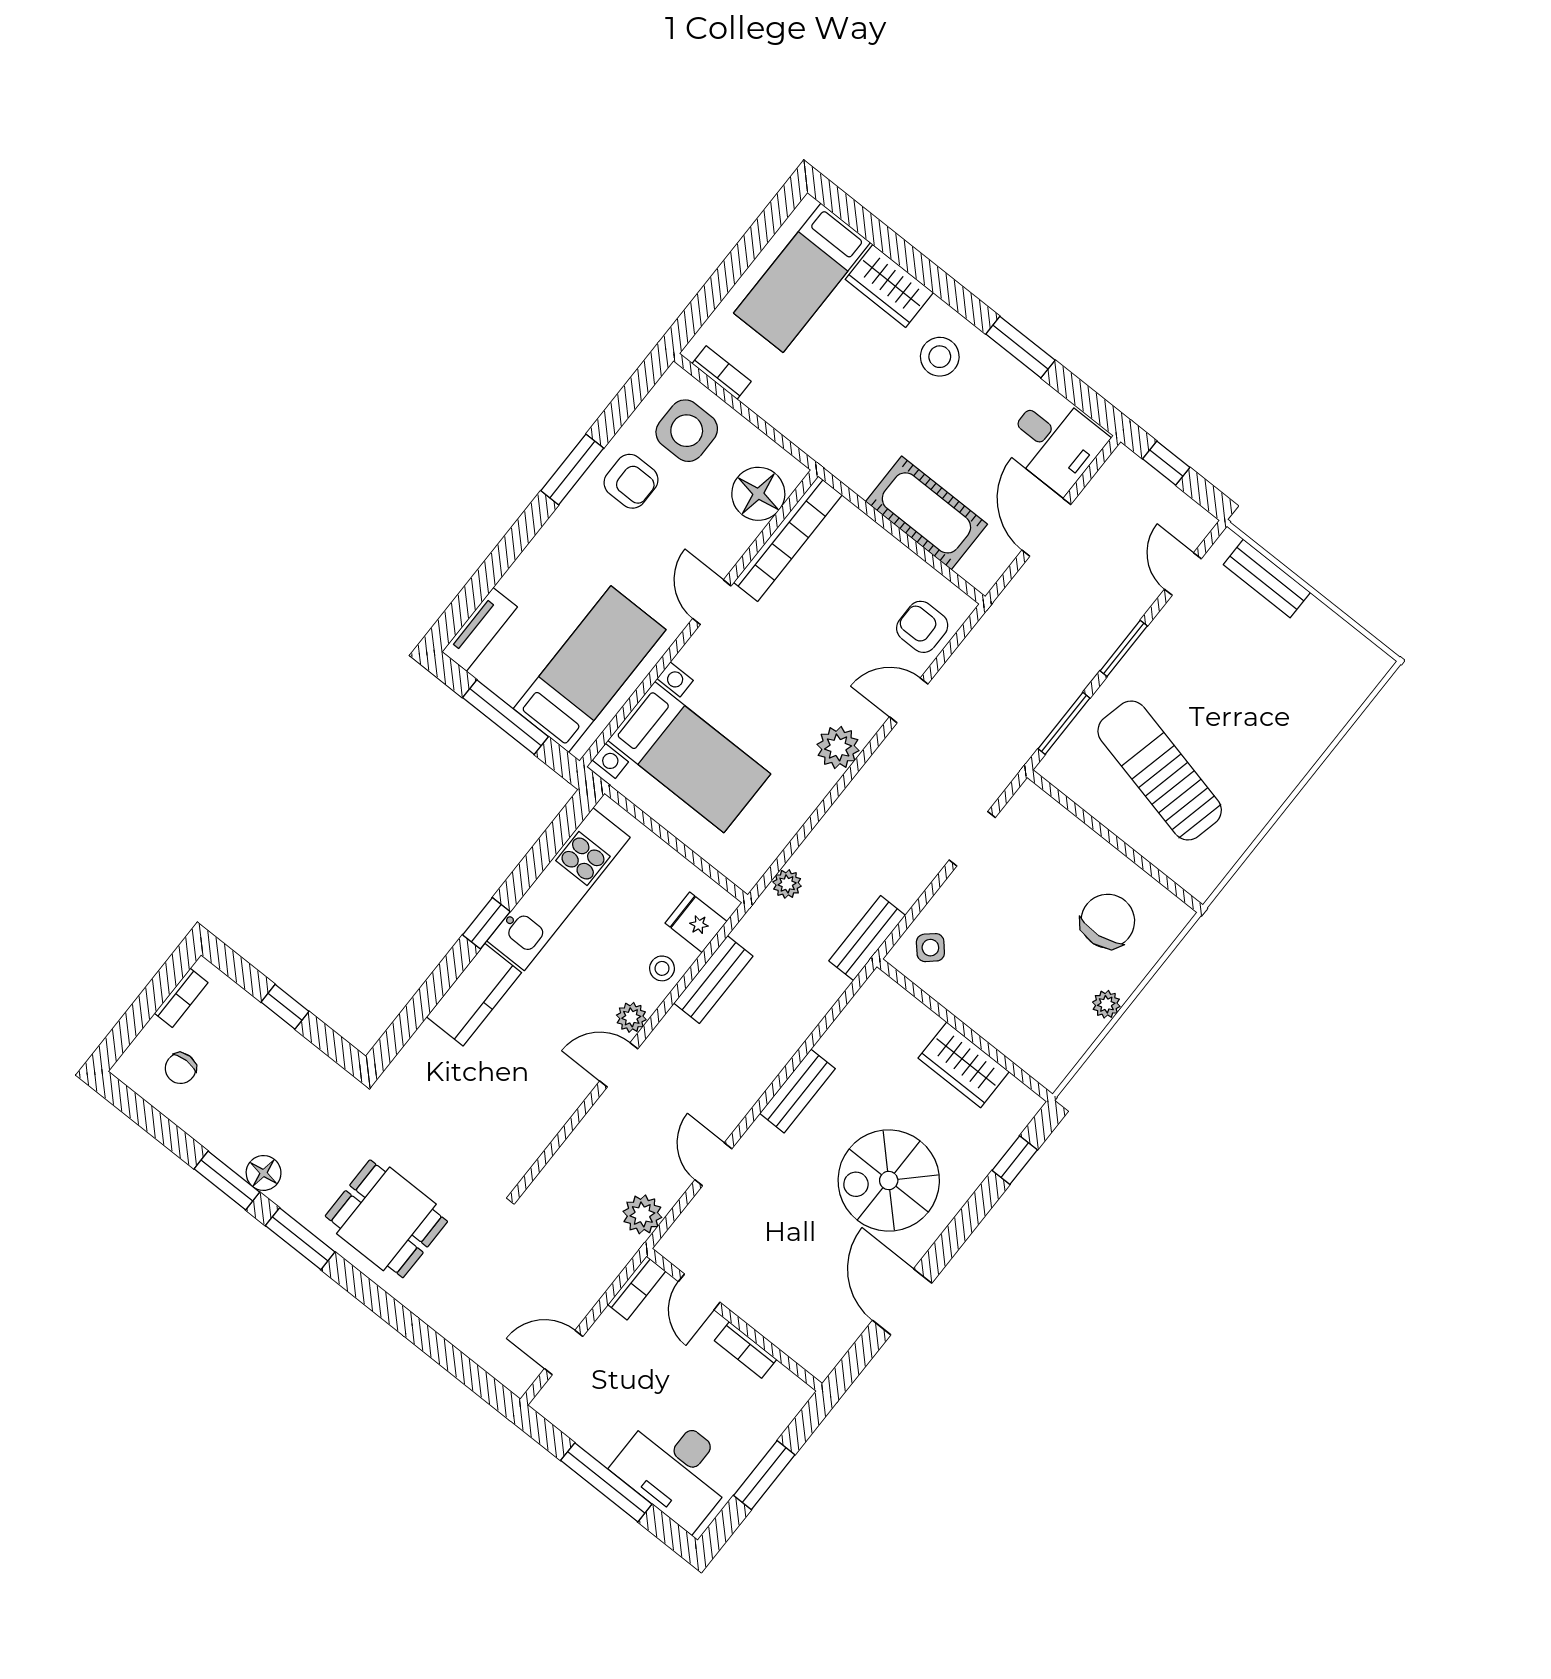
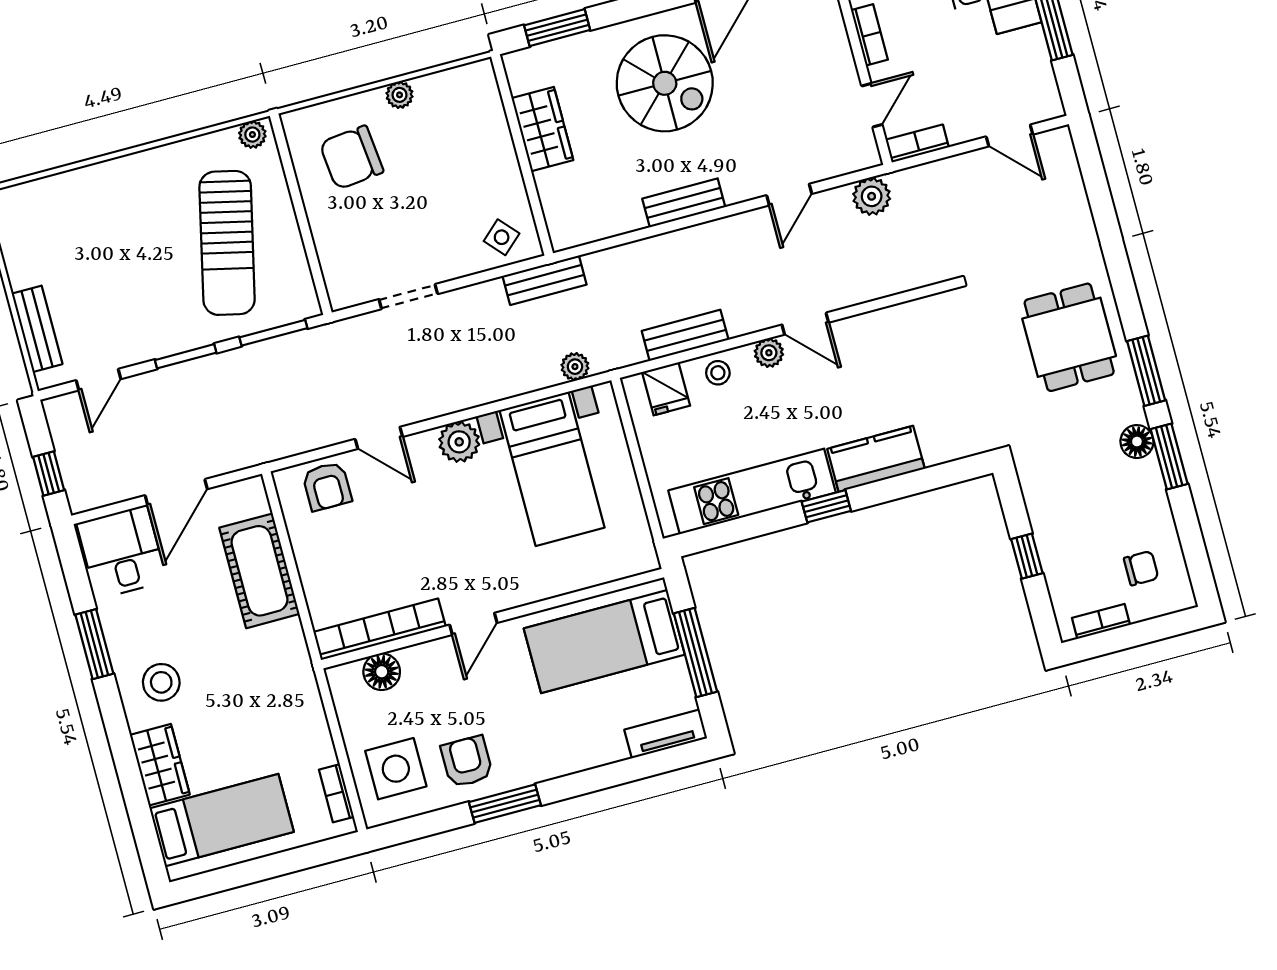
floor lamp: (758, 494) -> (382, 672), width x0.73, depth x0.73
bed with nightstands: (689, 757) -> (552, 469), moved, turned 180
plant: (1206, 878) -> (252, 135), added
window: (1015, 1160) -> (557, 28), width x1.50

